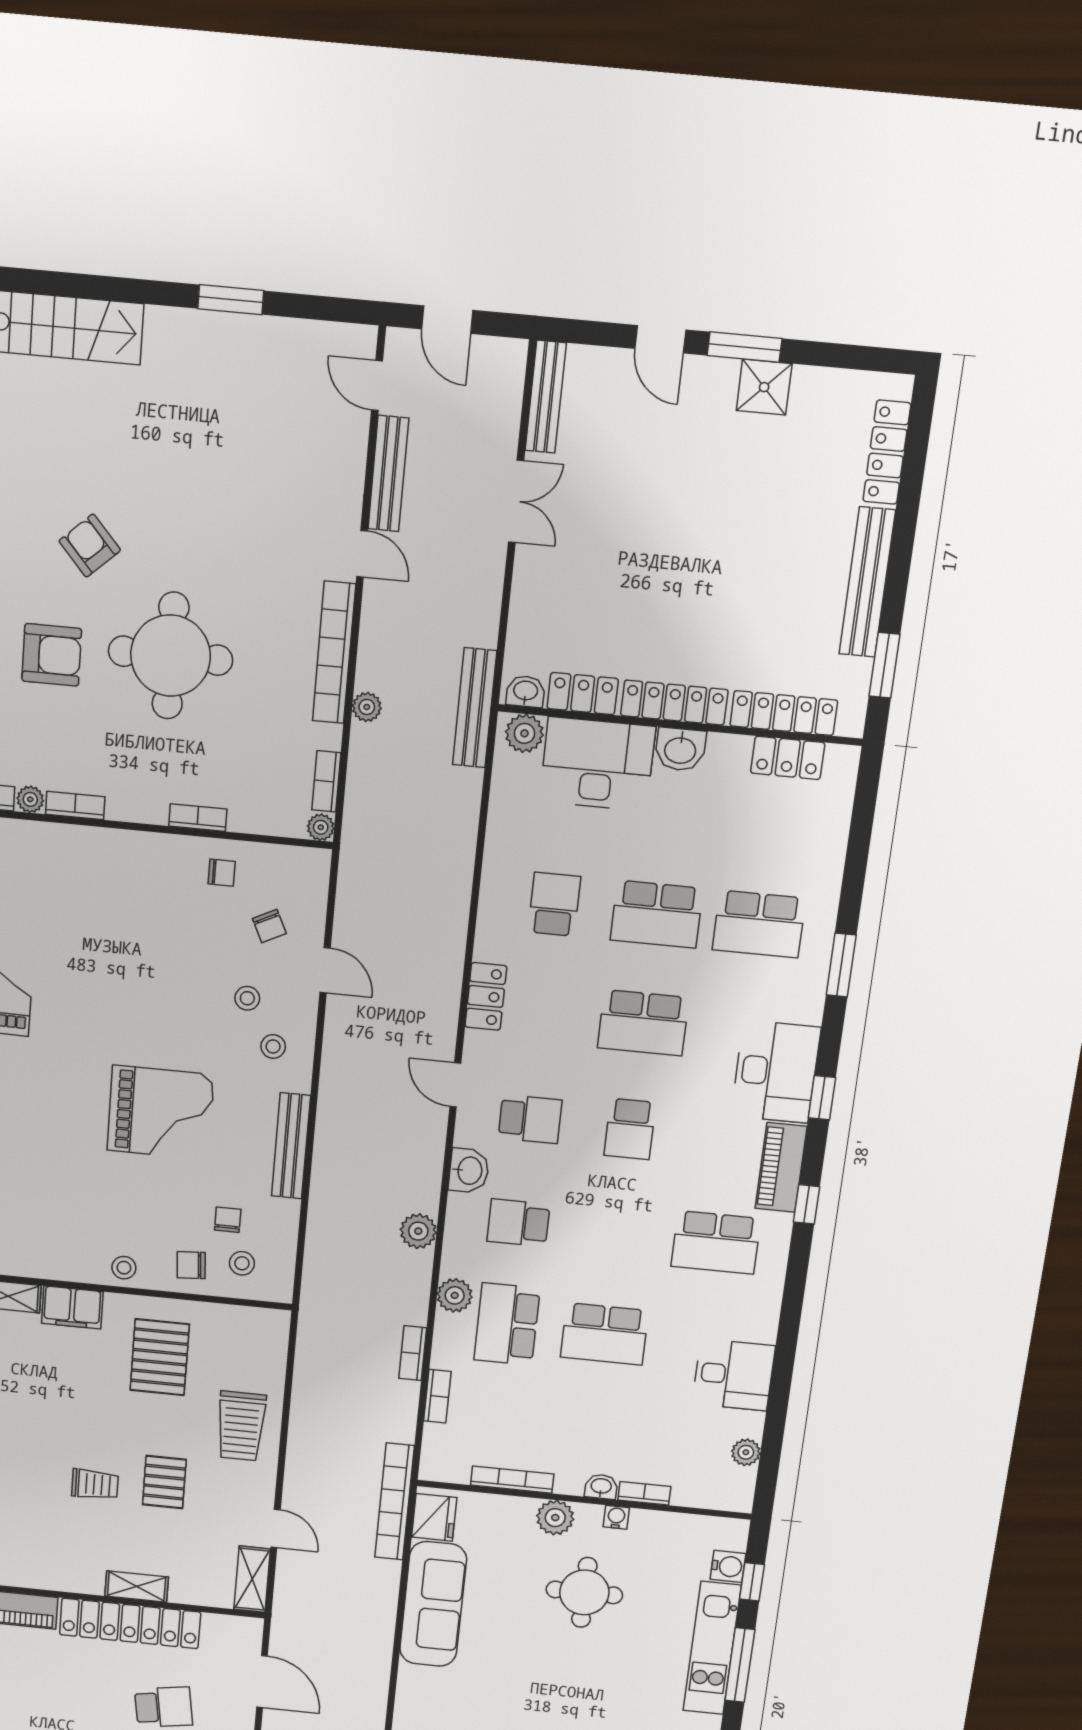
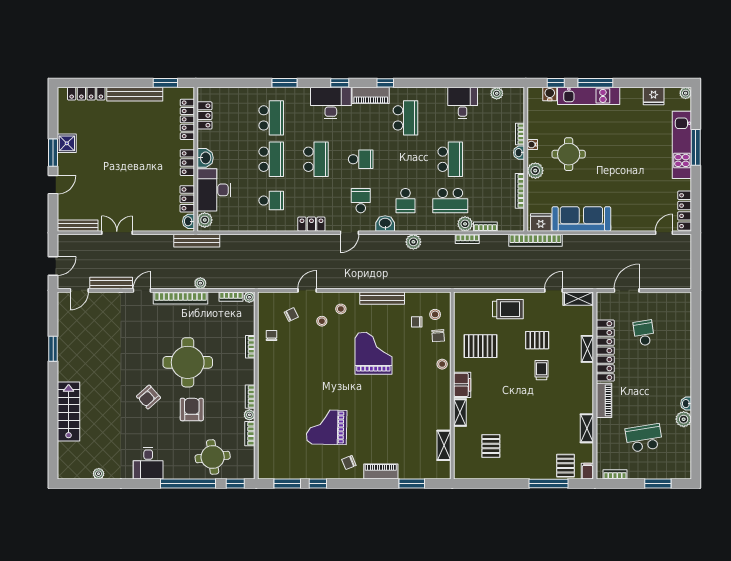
locker: (674, 703) -> (187, 163), width x0.66
school desk: (554, 904) -> (271, 201), turned 180
plant: (455, 1295) -> (465, 224), moved

